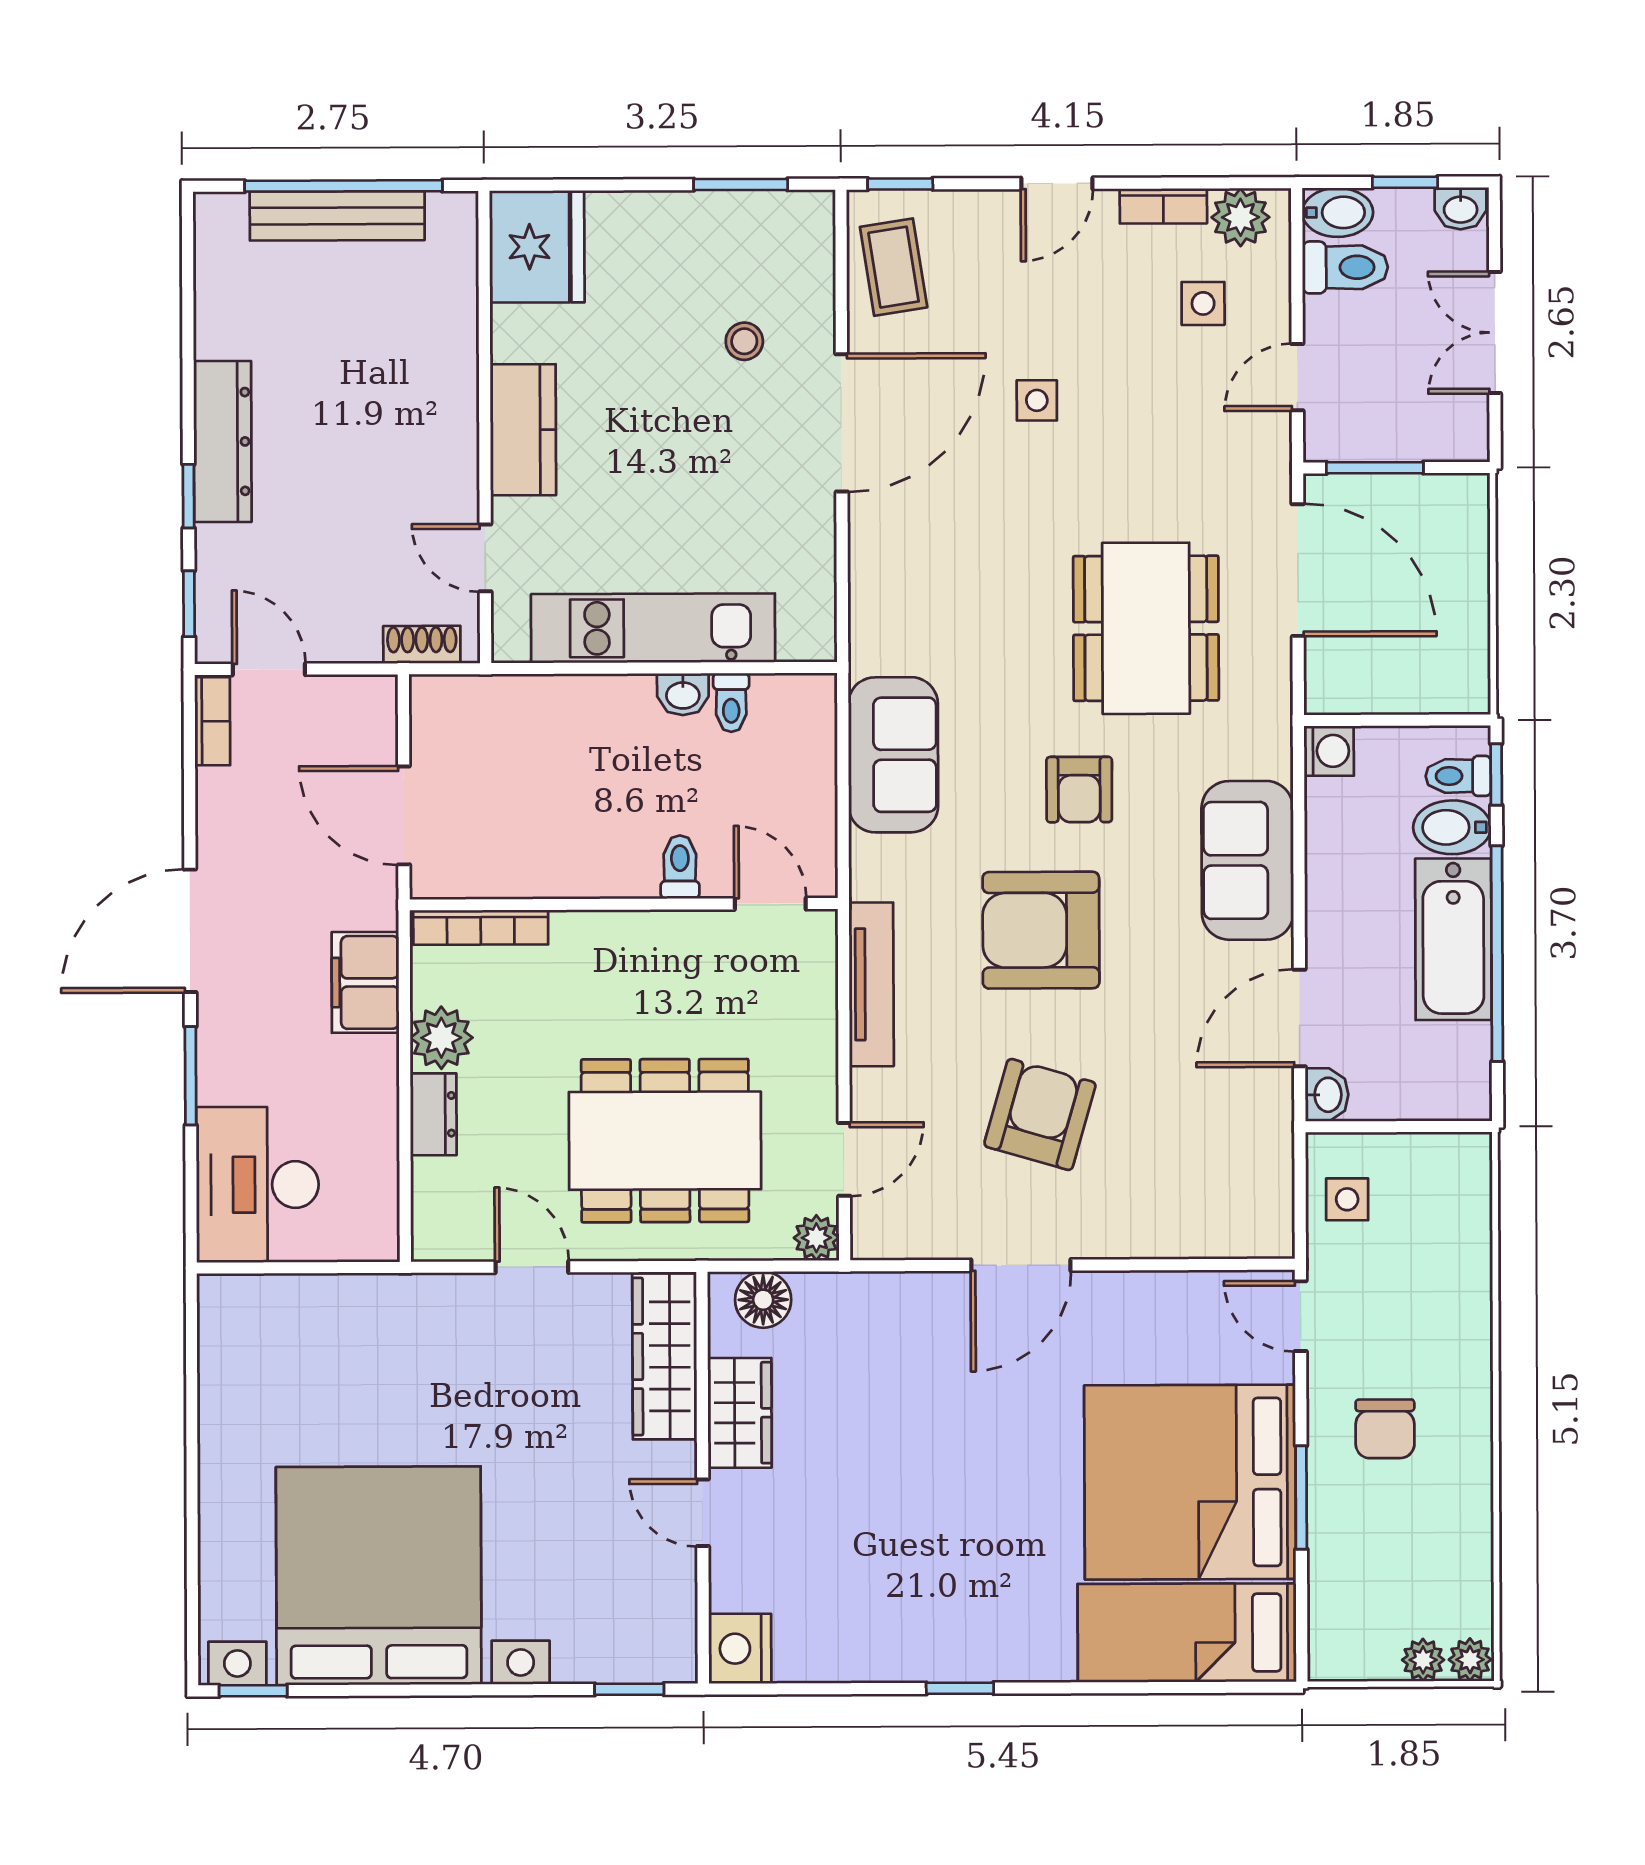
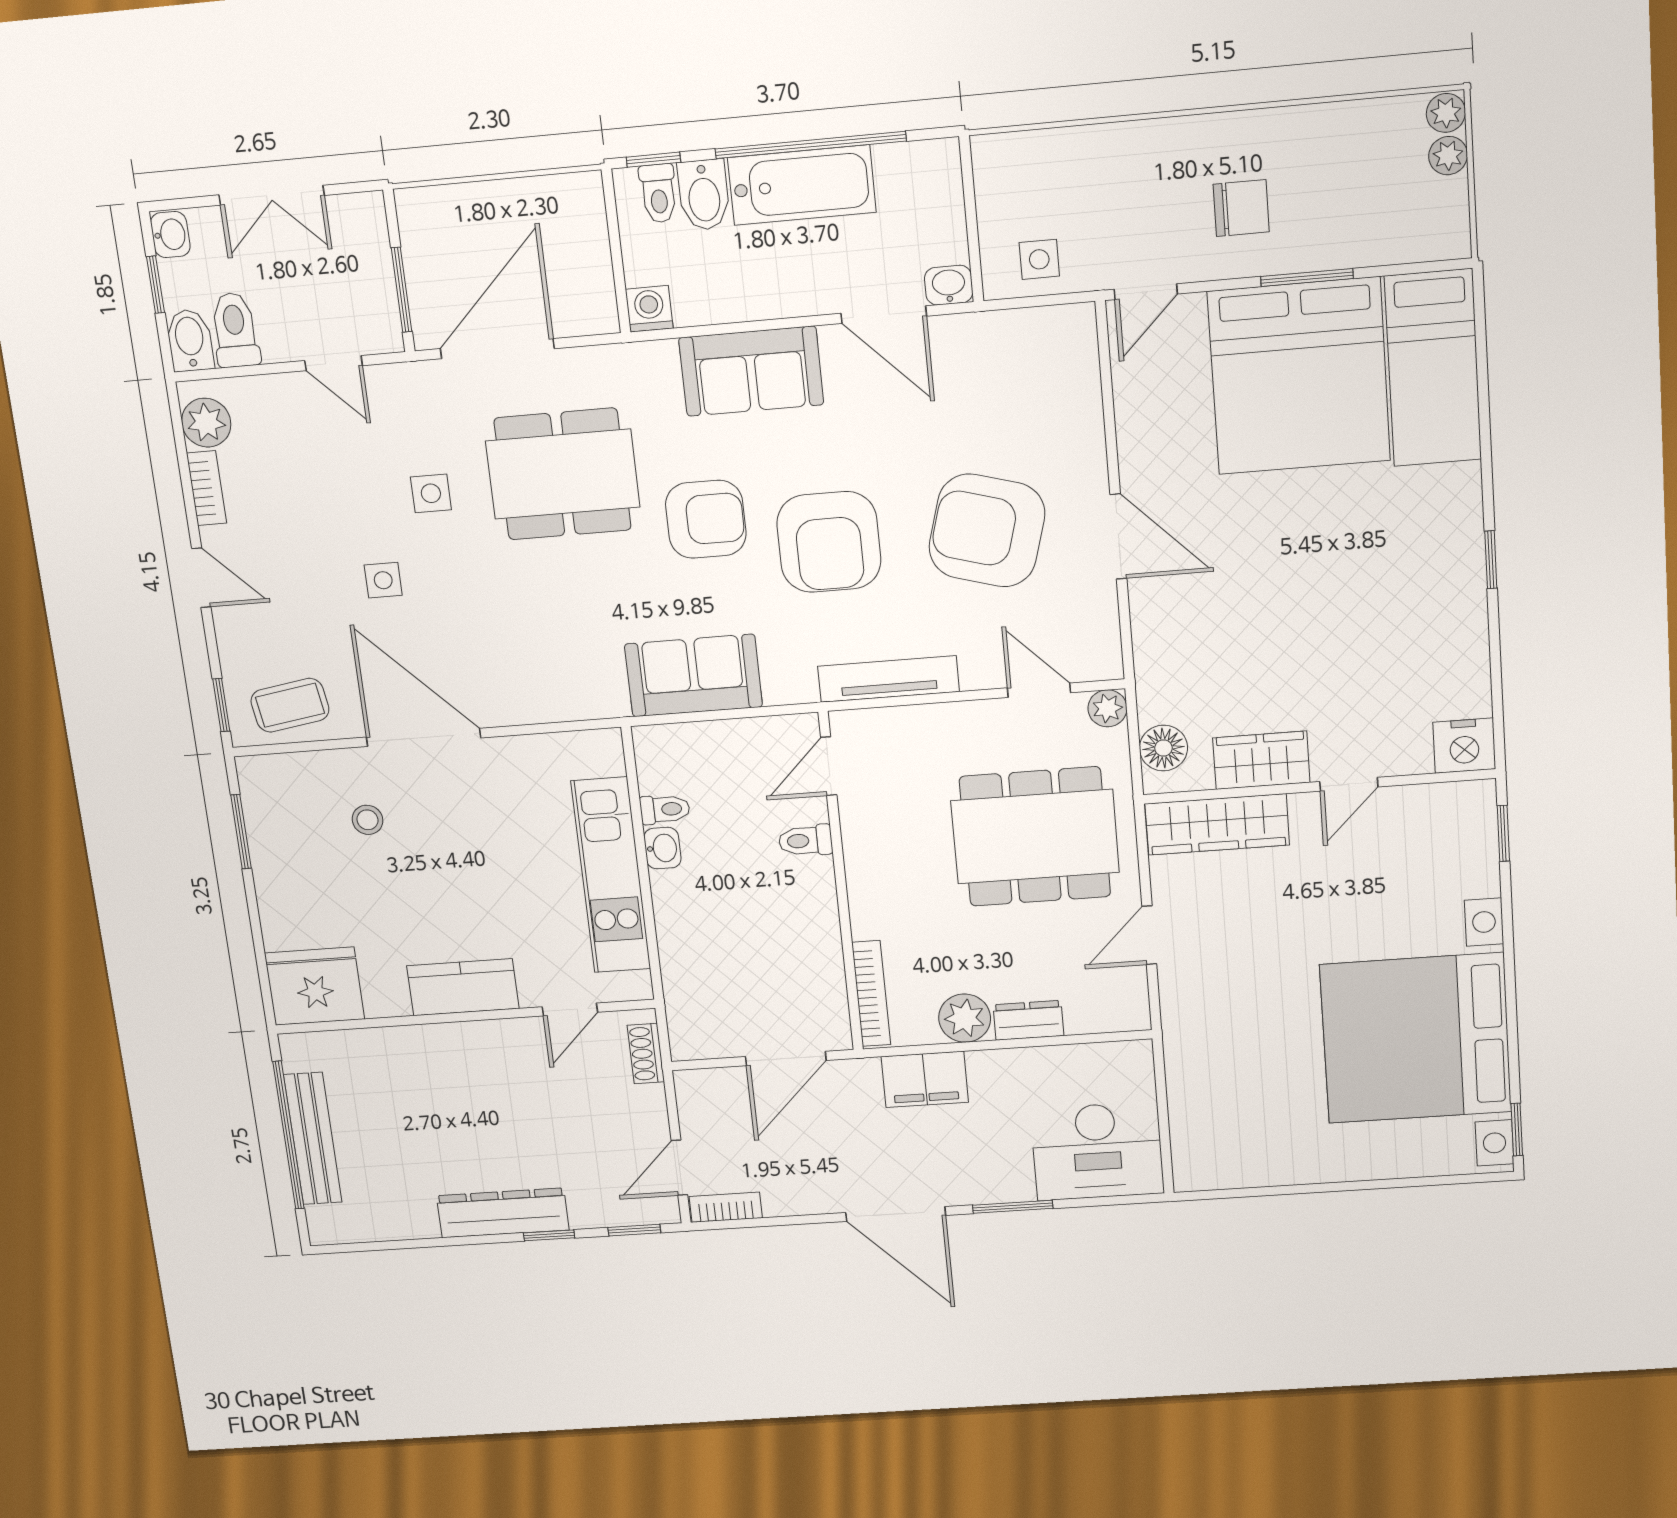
side table: (1203, 303) -> (431, 493), moved
armchair: (1079, 790) -> (706, 519), width x1.38, depth x1.38
armchair: (1040, 1114) -> (987, 531), width x1.36, depth x1.36
dining table: (665, 1141) -> (1035, 837), turned 90

